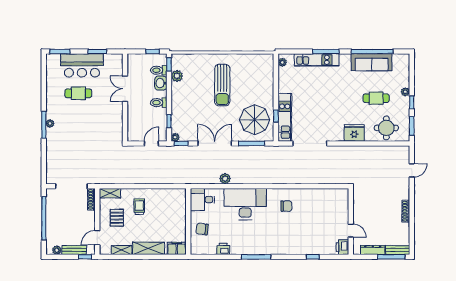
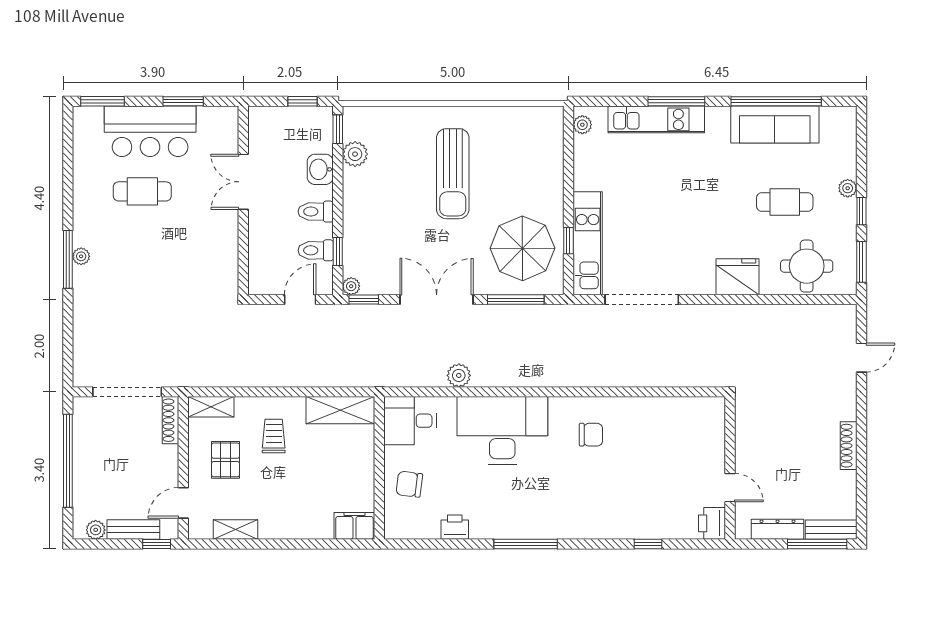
toilet: (159, 70) -> (316, 250), moved
shelving: (148, 248) -> (340, 410), moved

